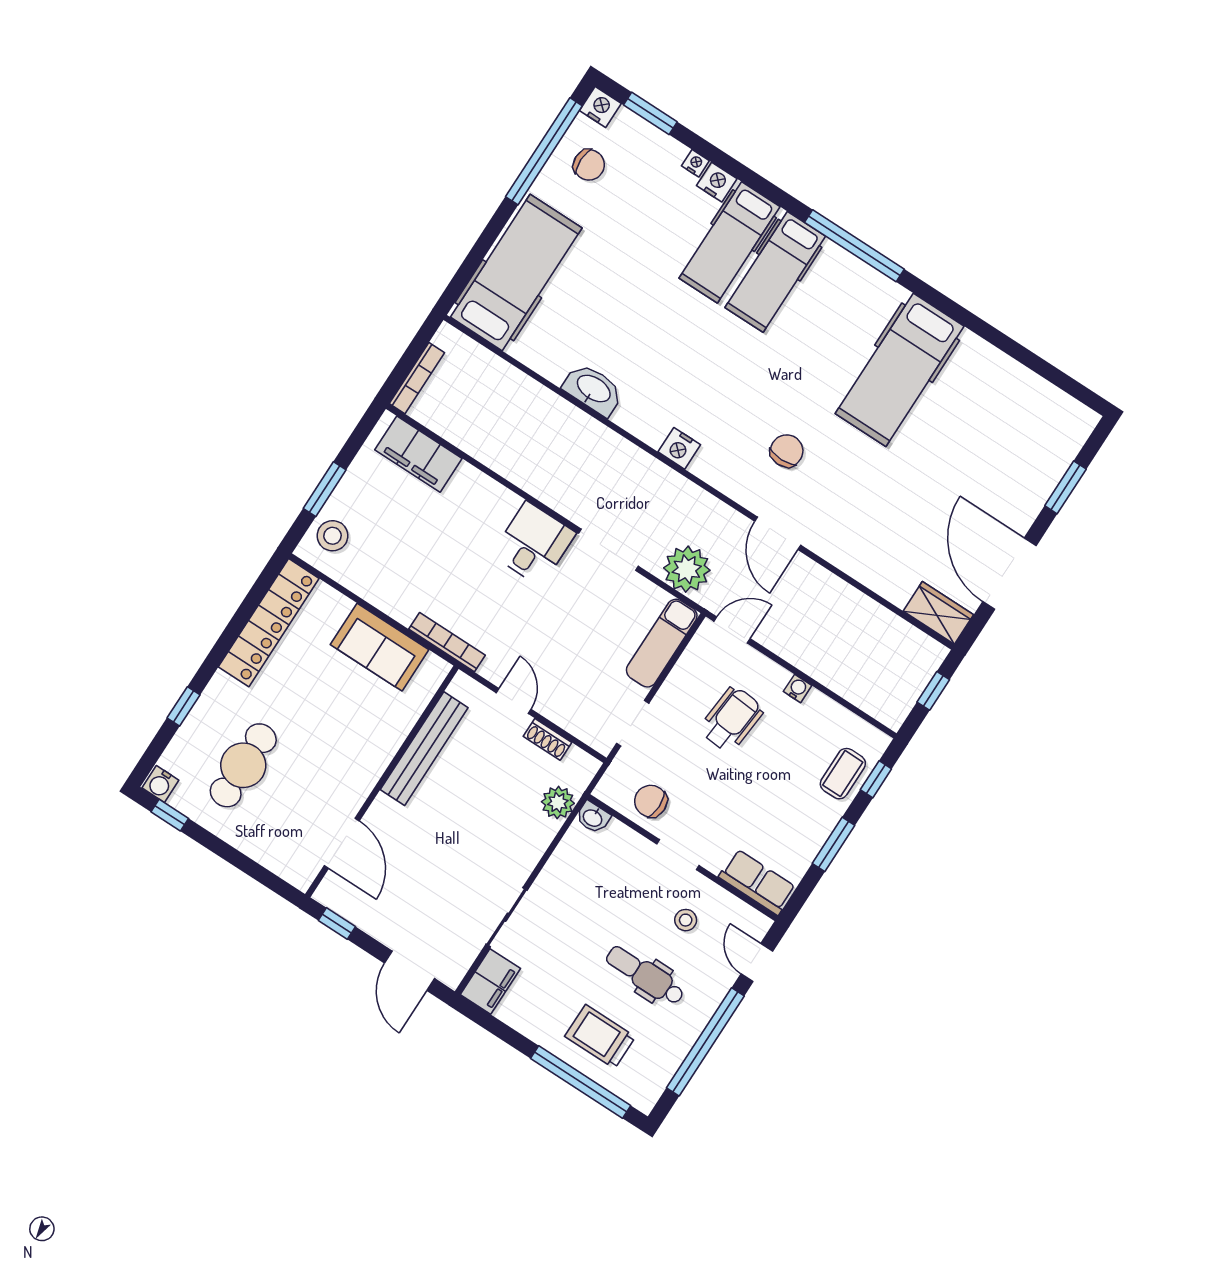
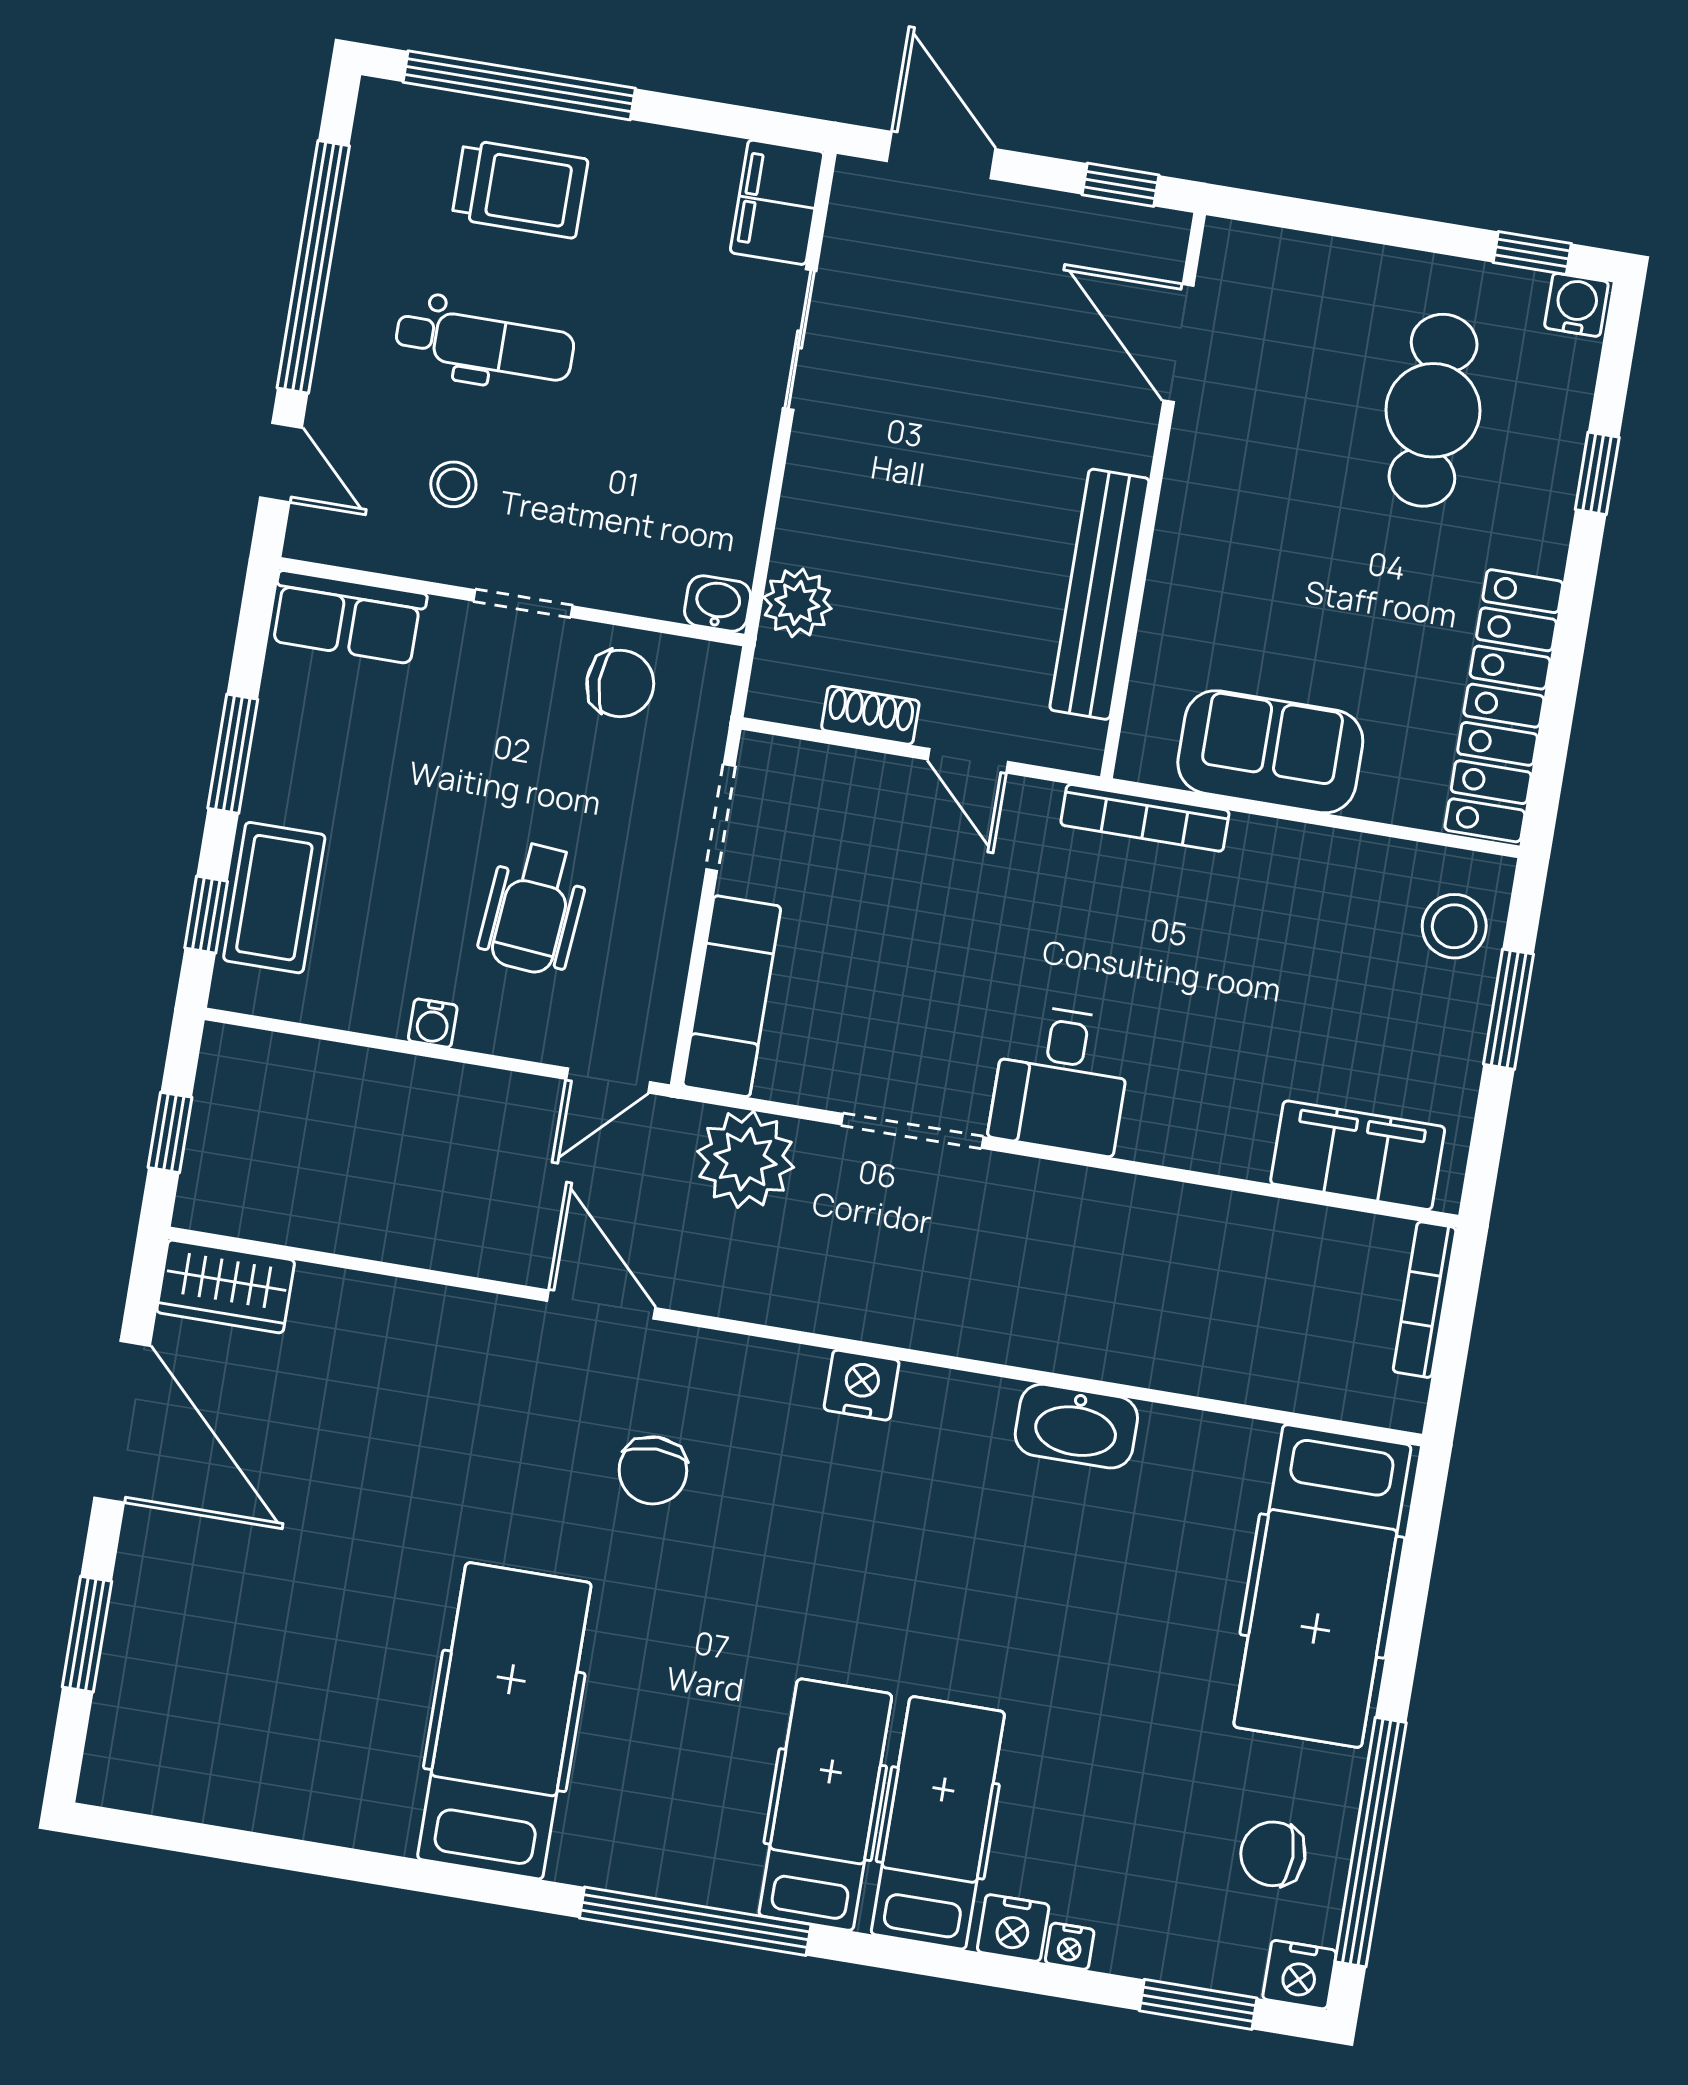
coffee table: (843, 774) -> (274, 898), width x1.36, depth x1.30

